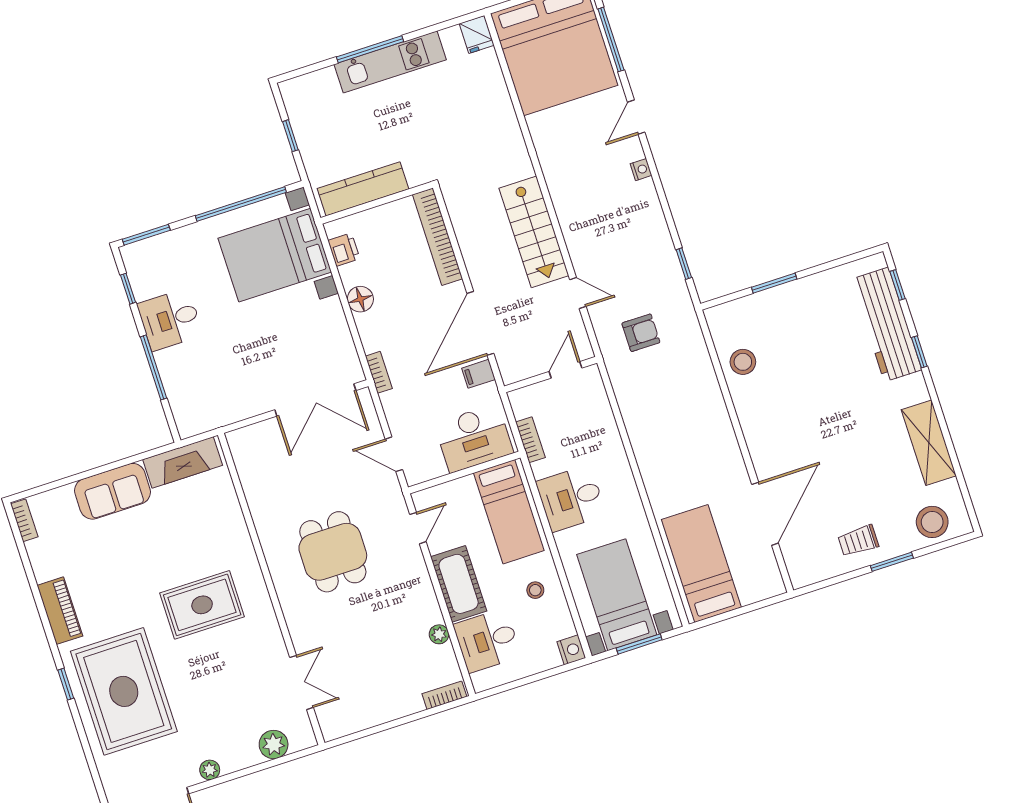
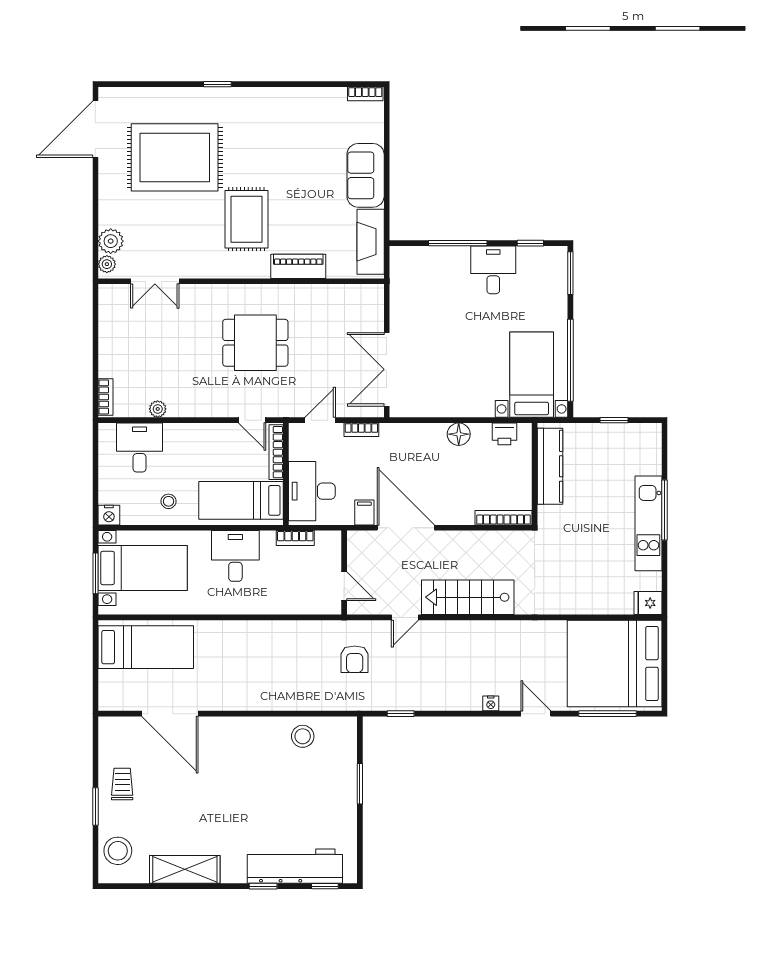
bookcase: (437, 237) -> (504, 518), width x0.68, depth x0.76
bed with nightstands: (275, 255) -> (532, 375), width x0.73
bookcase: (379, 372) -> (361, 430), moved
bookcase: (444, 491) -> (276, 452), added
cot: (459, 584) -> (195, 439), removed
piano: (60, 611) -> (298, 266), moved, turned 180
rug: (124, 691) -> (175, 157), moved
plant: (210, 770) -> (107, 264), moved

